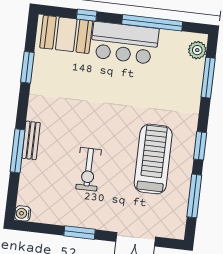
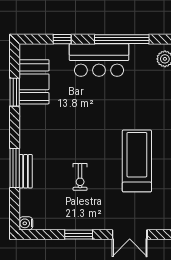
booth: (66, 34) -> (34, 82), moved, turned 90
bench: (31, 140) -> (26, 171), moved
exercise bike: (88, 169) -> (80, 177), width x0.73, depth x0.72

